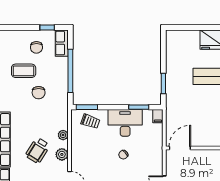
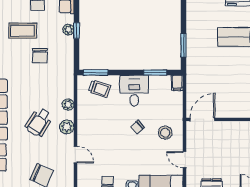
plant: (63, 70) -> (68, 30), added
window: (70, 71) -> (77, 31), width x0.32
desk: (125, 123) -> (134, 91), width x0.73
stool: (147, 159) -> (165, 133), added

